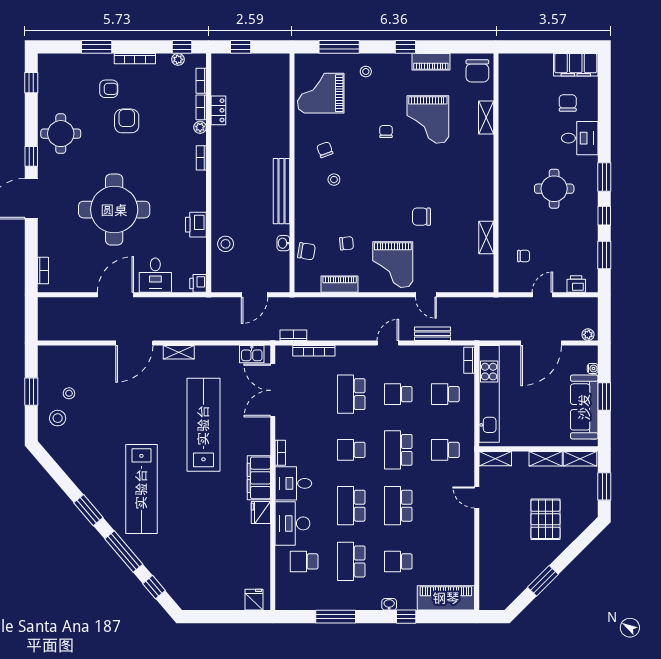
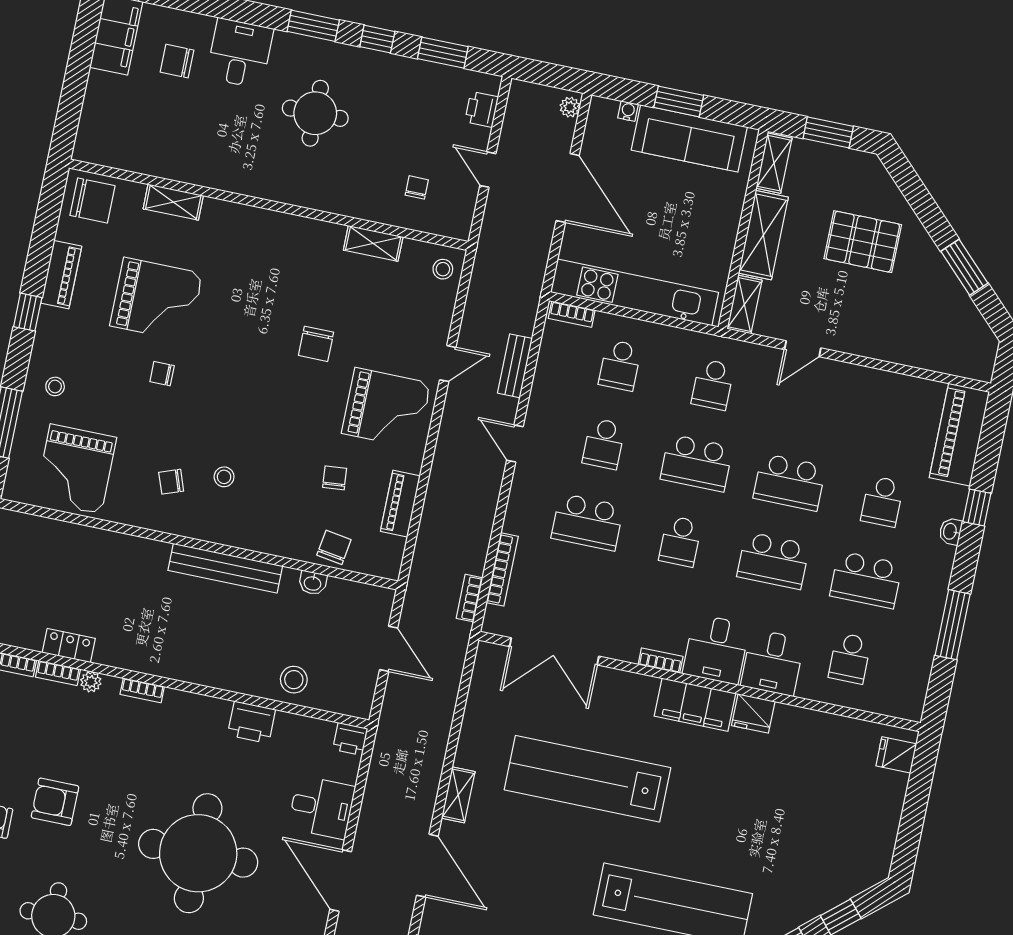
stool: (480, 281) -> (443, 269), added
kitchen sink: (252, 354) -> (487, 674), removed
shelving: (546, 459) -> (763, 235), width x1.50, depth x1.33
desk: (292, 523) -> (773, 662), width x0.73

